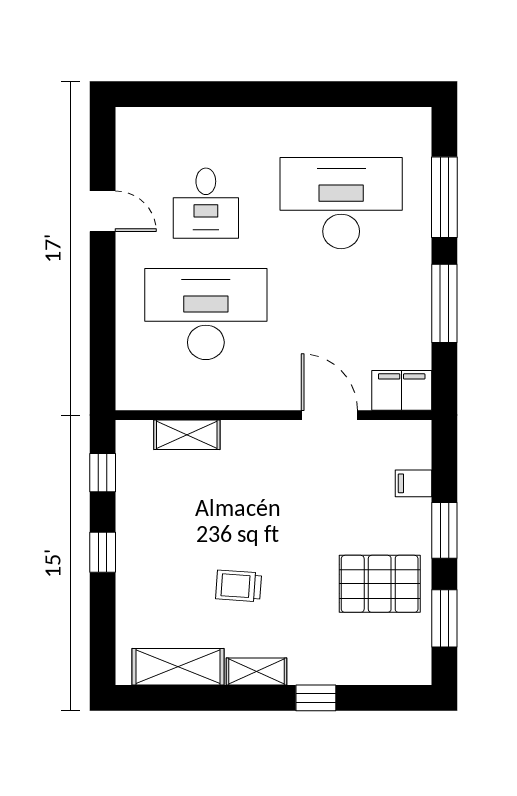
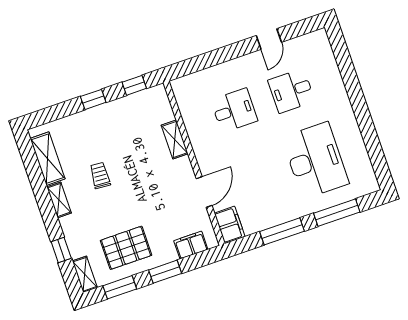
desk: (206, 314) -> (234, 110), width x0.53, depth x0.77
shelving: (187, 435) -> (175, 139), moved
filing cabinet: (414, 483) -> (191, 245), width x2.00
pallet: (380, 584) -> (126, 248), turned 90
shelving: (401, 671) -> (85, 274), added
window: (316, 698) -> (61, 250), moved

